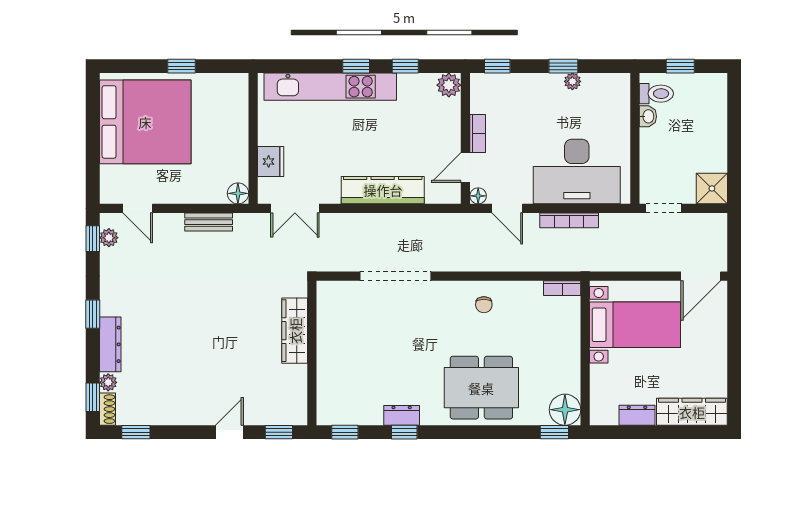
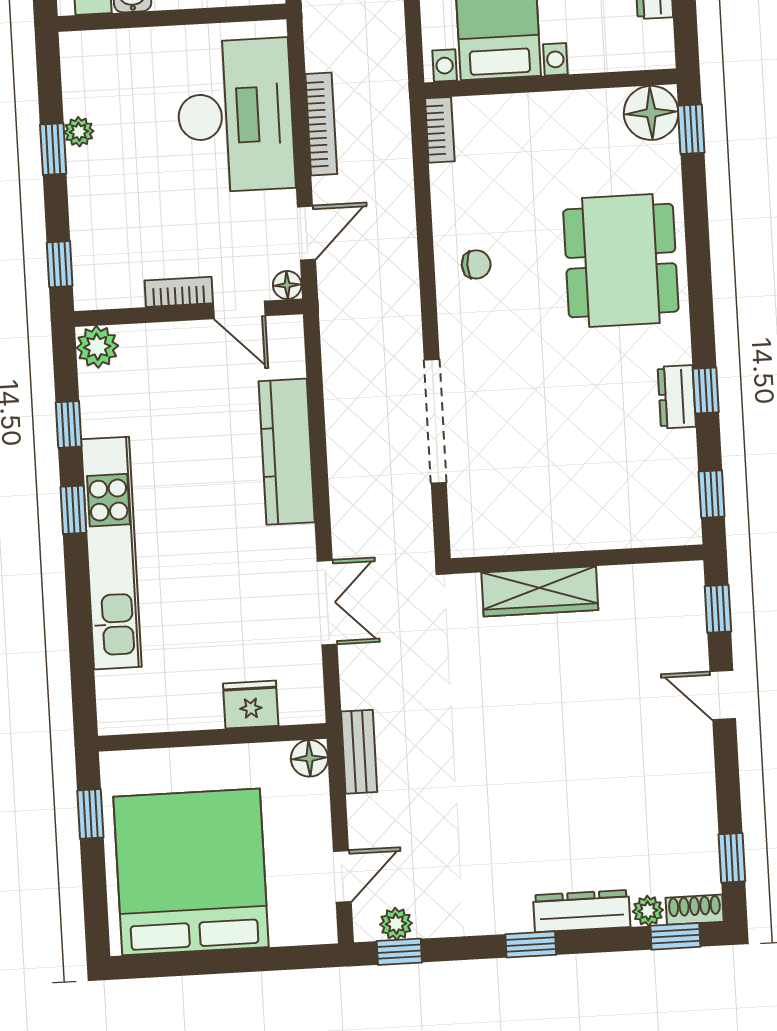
wall: (253, 138) -> (212, 737), moved
fridge: (271, 161) -> (251, 705), moved
floor lamp: (238, 193) -> (309, 758), moved

